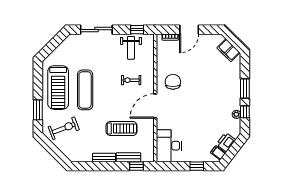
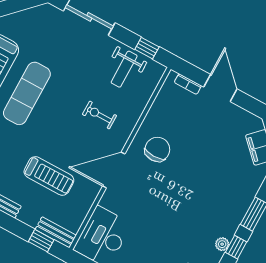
door: (189, 30) -> (220, 88), swing flipped
bench: (128, 157) -> (56, 232), moved

